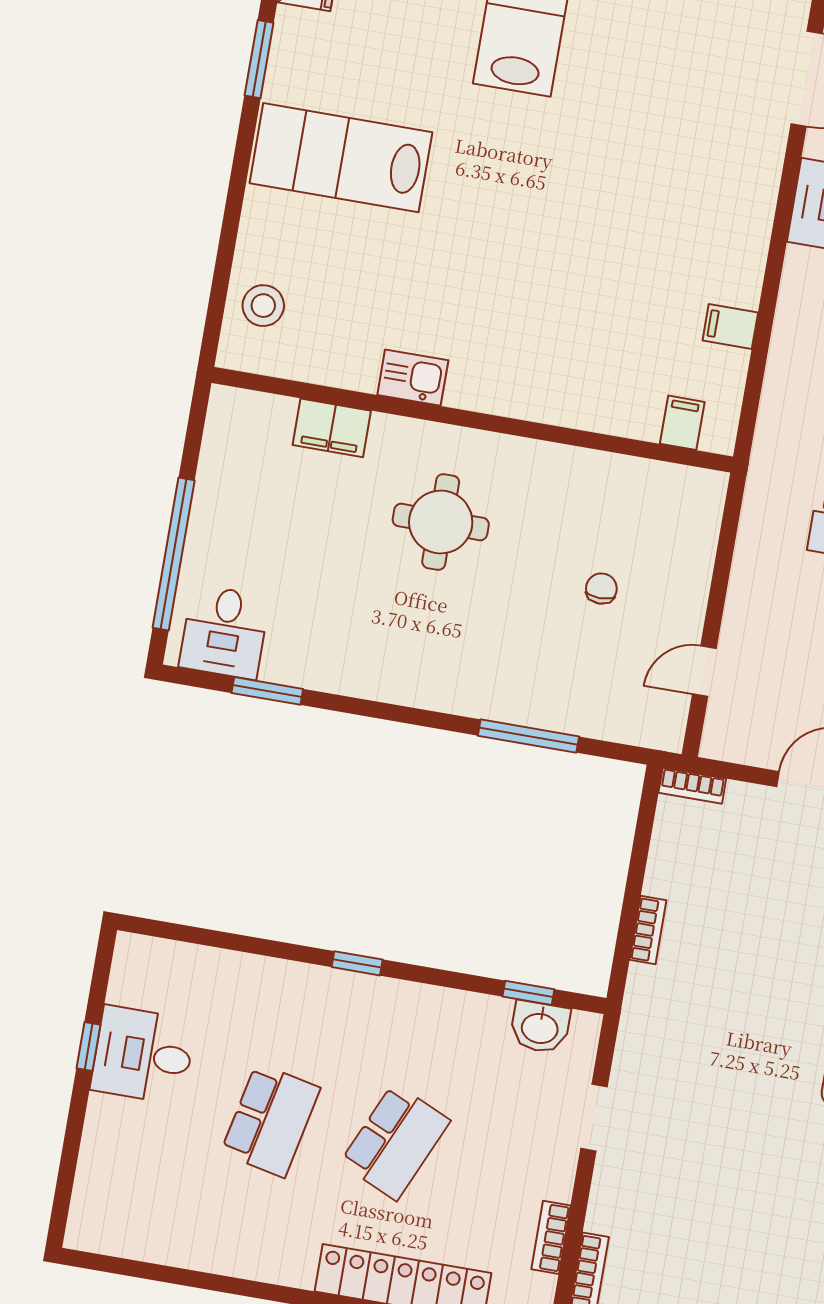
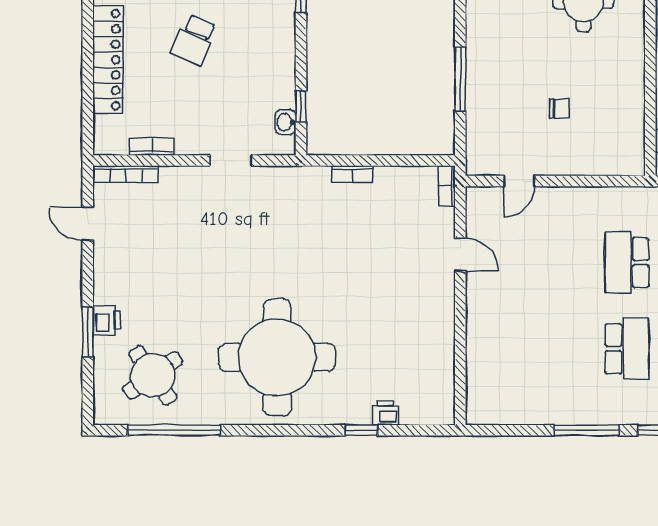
door: (704, 671) -> (519, 181), swing flipped
washbasin: (540, 1027) -> (286, 122), width x0.72, depth x0.69
school desk: (395, 1142) -> (194, 40), width x0.54

